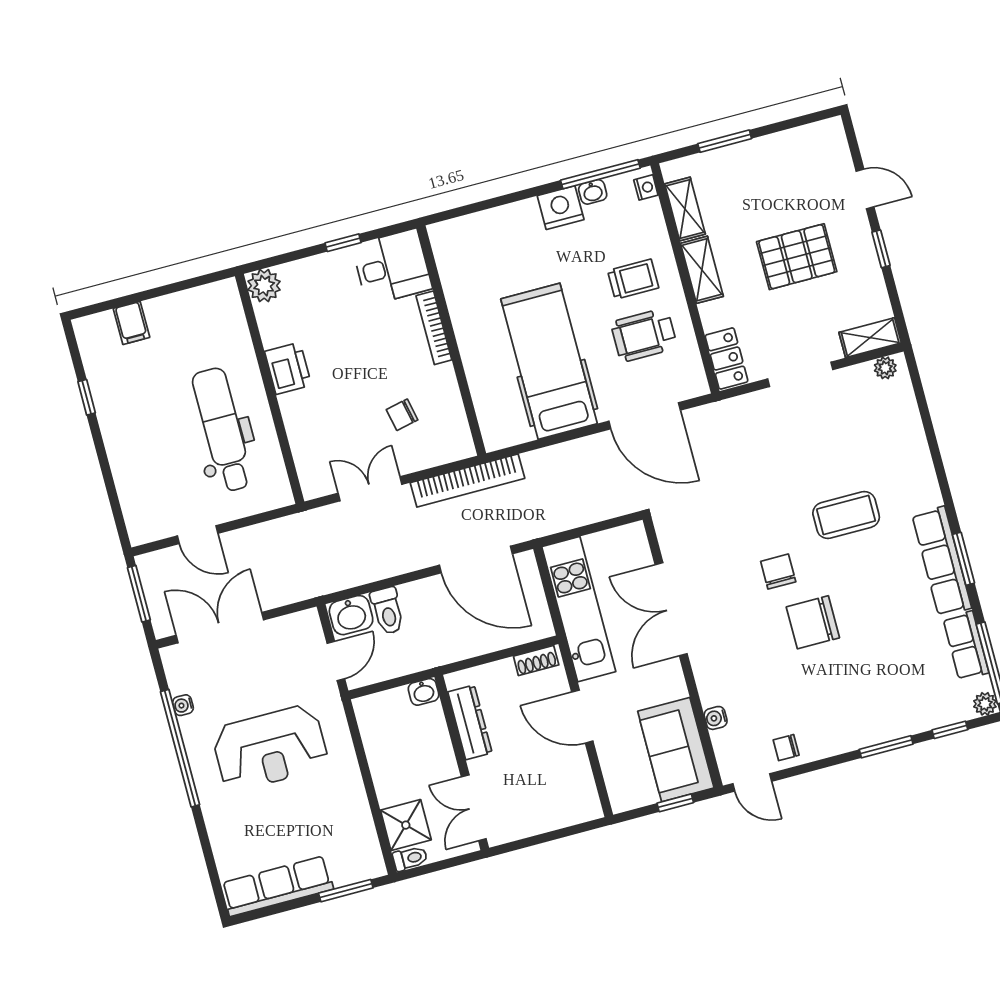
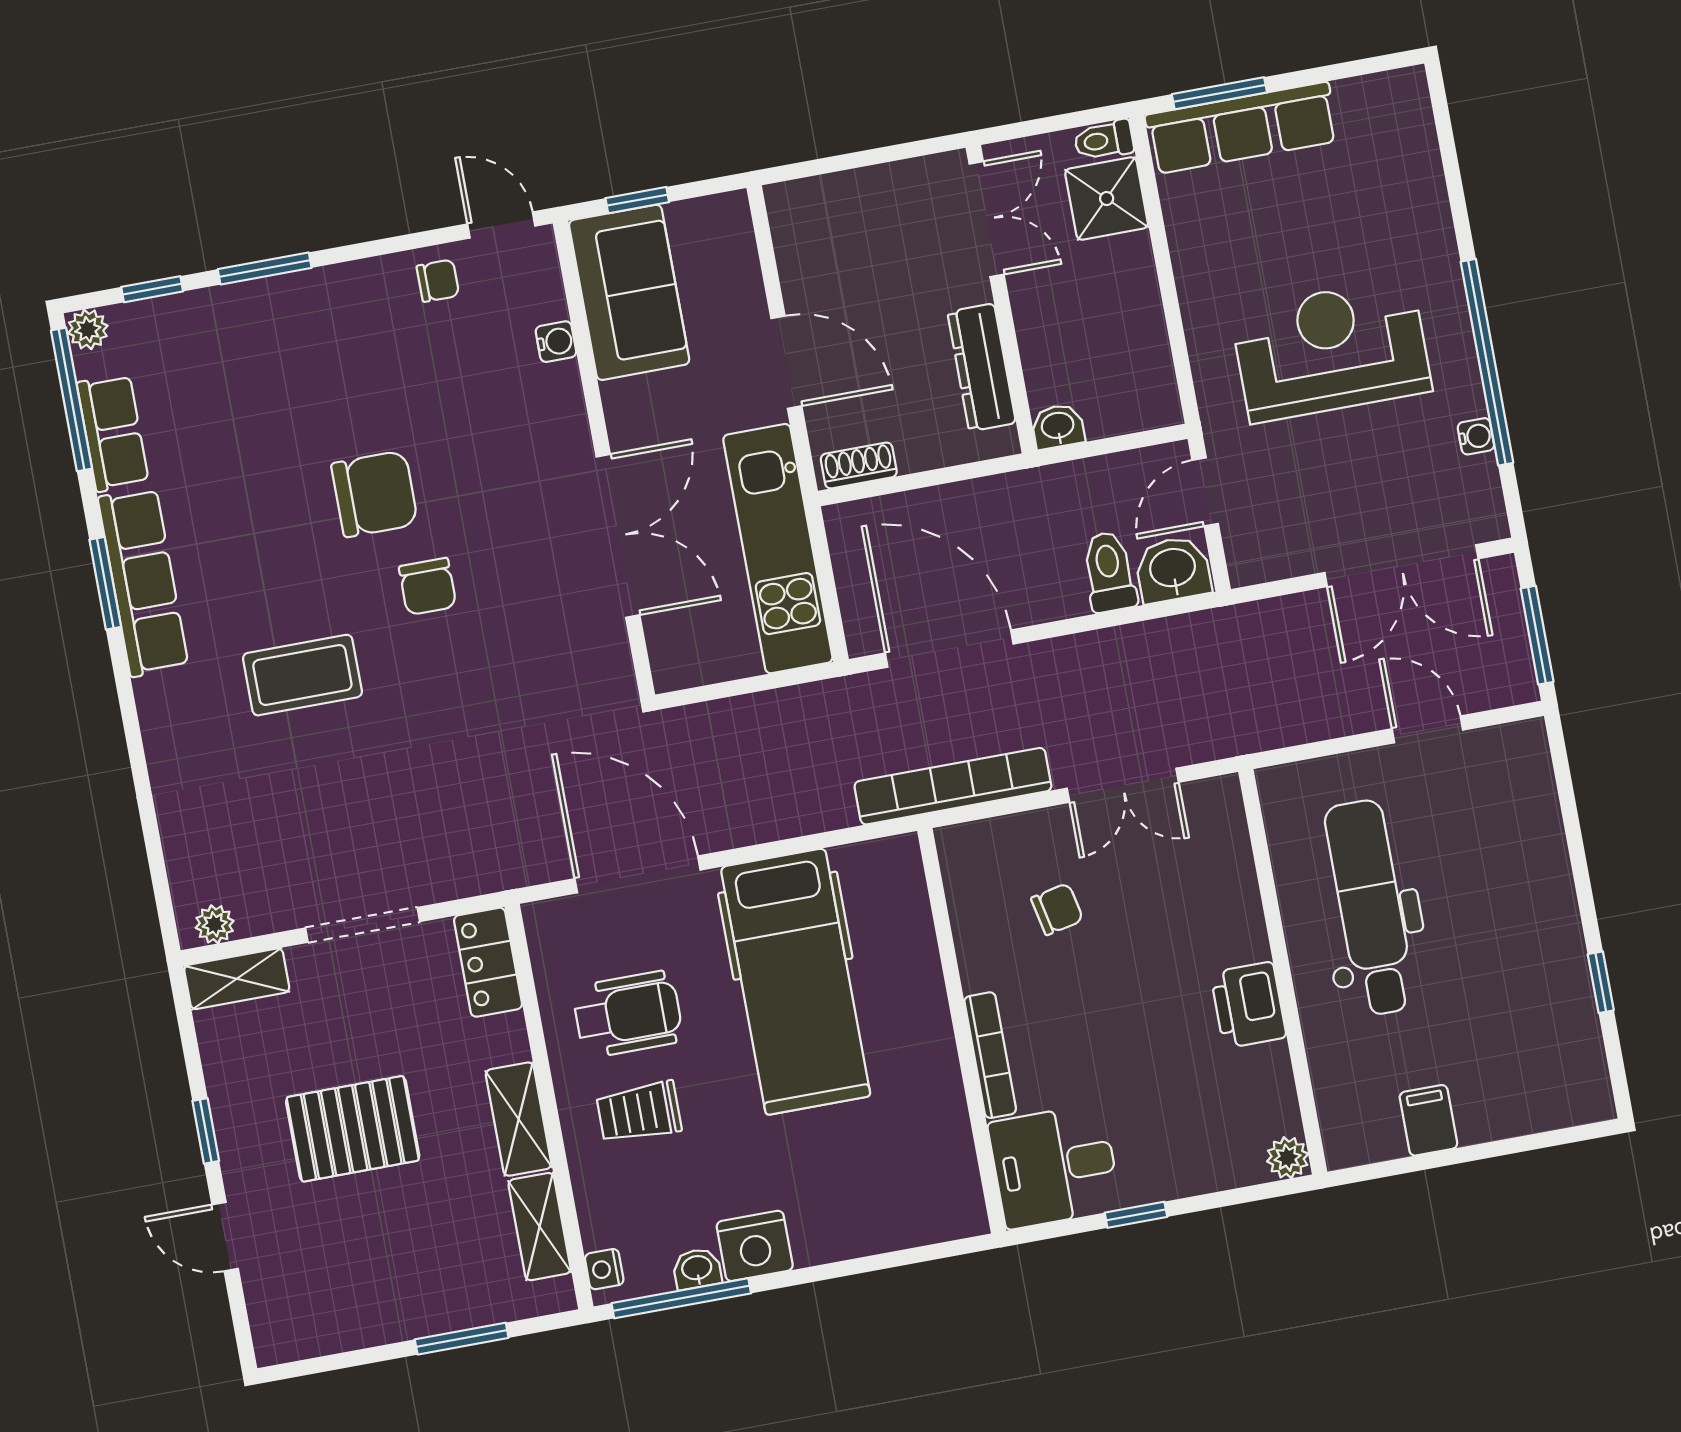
plant: (264, 286) -> (1288, 1158), width x0.73, depth x0.73
filing cabinet: (131, 323) -> (1428, 1120), moved
dental chair: (222, 430) -> (1370, 908), turned 180
row of seats: (277, 886) -> (1242, 128), moved

